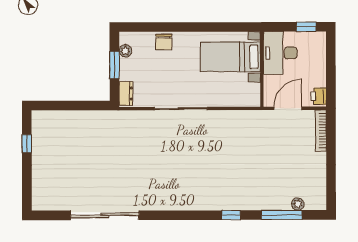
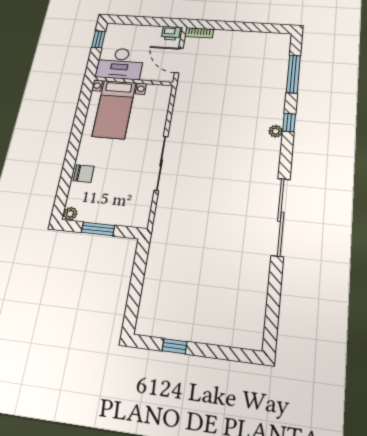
plant: (125, 51) -> (70, 214), moved
dresser: (126, 93) -> (133, 220), removed
bookcase: (321, 131) -> (199, 33), width x0.64
plant: (298, 204) -> (276, 131), moved
sliding door: (105, 215) -> (281, 217), moved

